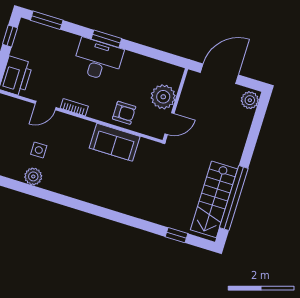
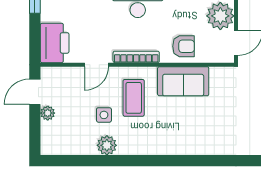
bookcase: (74, 107) -> (136, 57), width x1.56
coffee table: (68, 143) -> (134, 98), added

